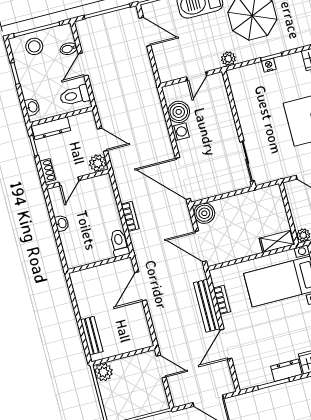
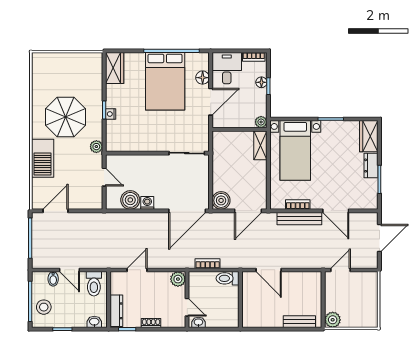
plant: (98, 163) -> (178, 279), moved
wall: (78, 179) -> (187, 300), moved
door: (69, 181) -> (187, 307), moved

